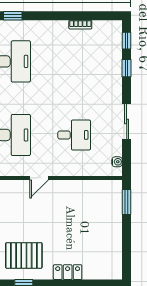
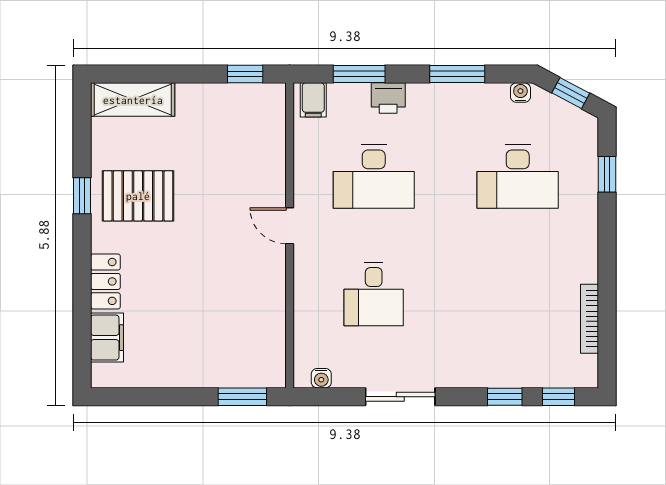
bookcase: (80, 25) -> (589, 319), width x1.56
pallet: (24, 255) -> (138, 196), turned 90
filing cabinet: (96, 271) -> (107, 338), added

